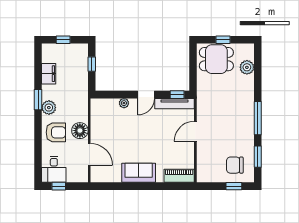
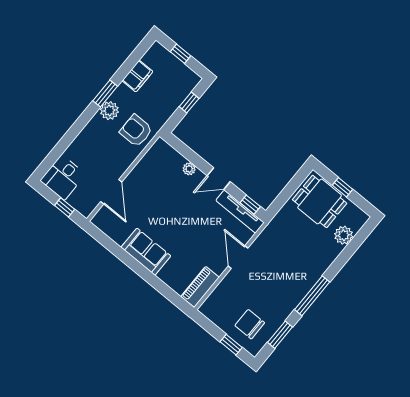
floor lamp: (80, 131) -> (122, 160), removed
door: (195, 131) -> (238, 257), hinge flipped
armchair: (56, 132) -> (136, 131), moved, turned 180
piano: (179, 176) -> (200, 287), moved, turned -90
window: (59, 186) -> (65, 207), moved

